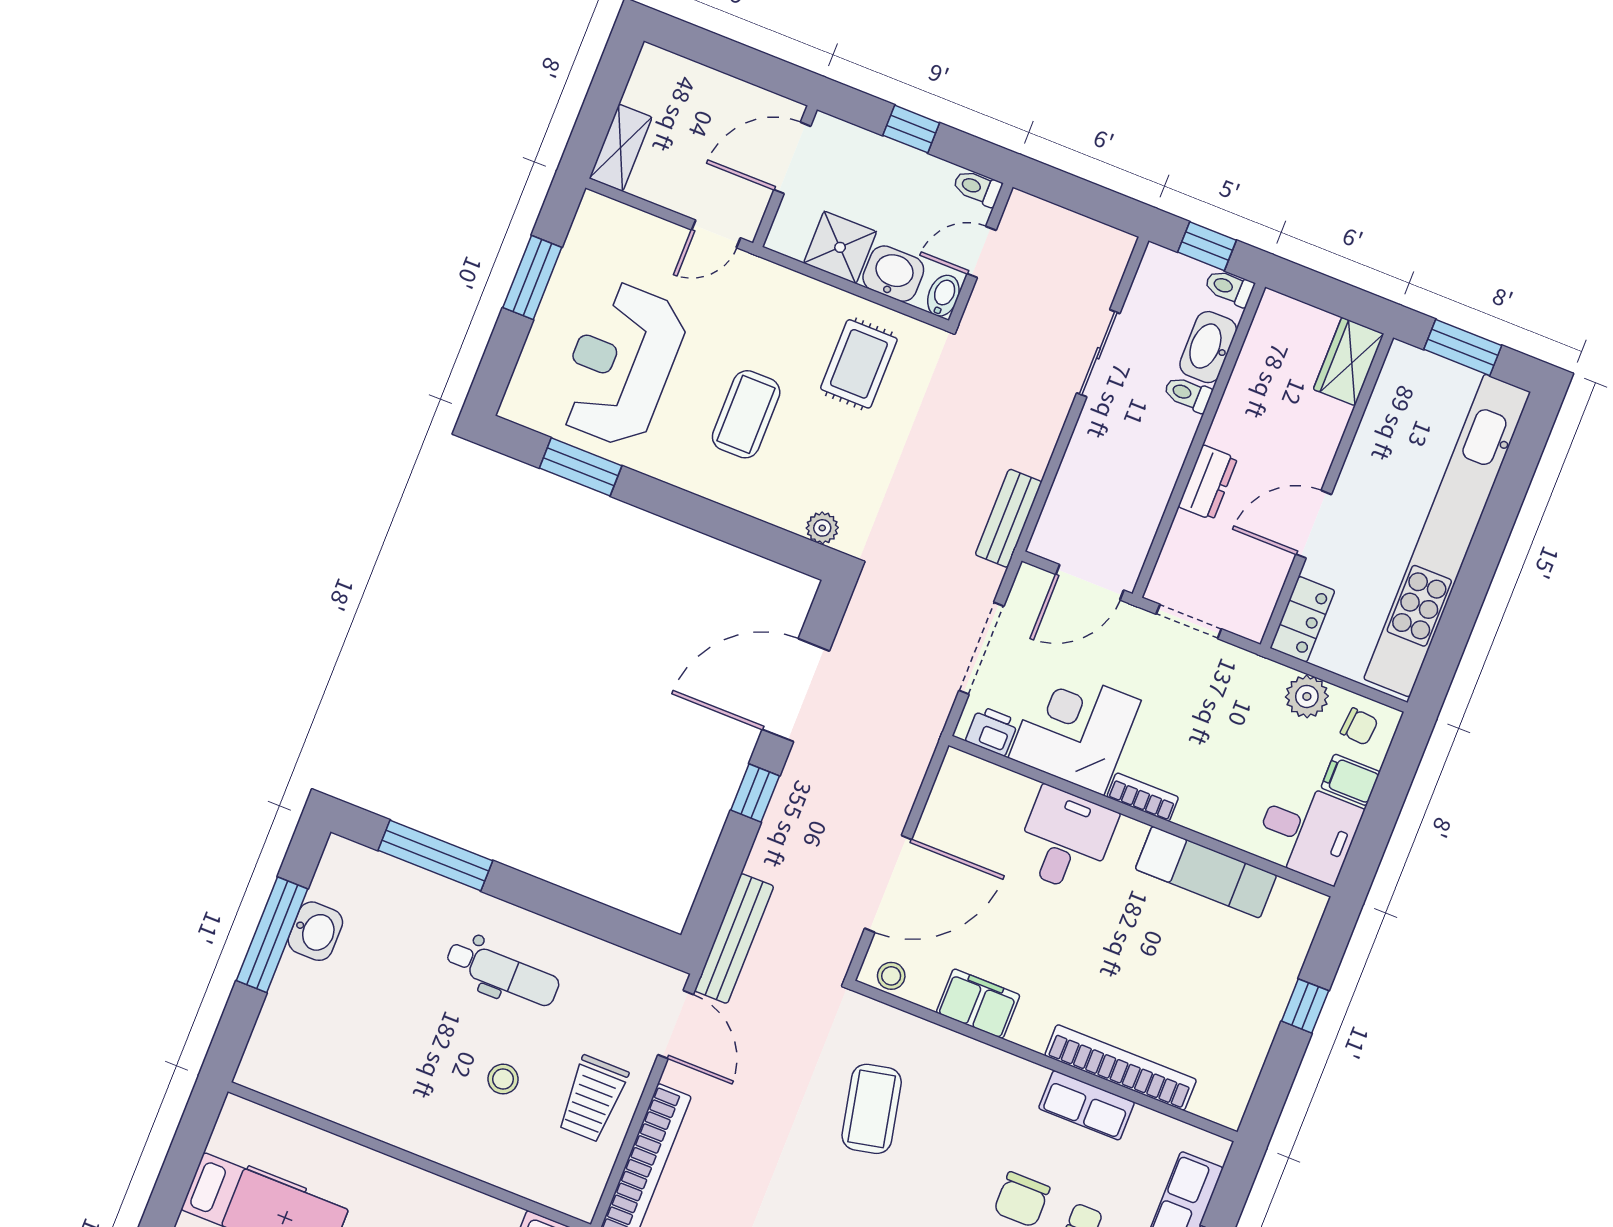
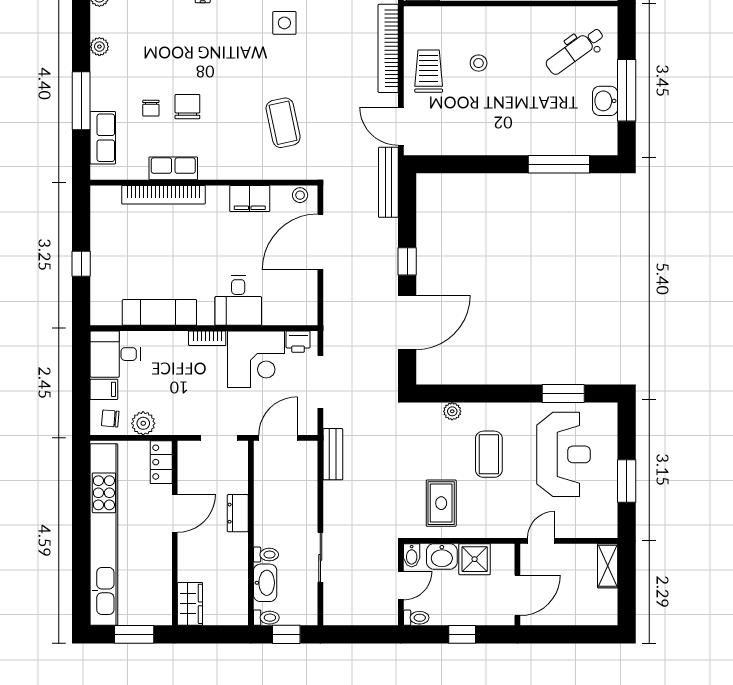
plant: (822, 528) -> (452, 411), moved
dental chair: (503, 973) -> (575, 51), moved, turned -36

